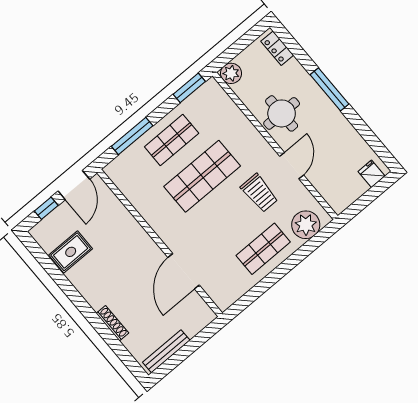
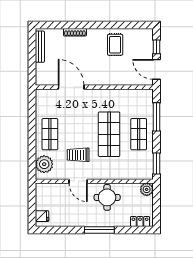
rug: (71, 252) -> (115, 45), moved

